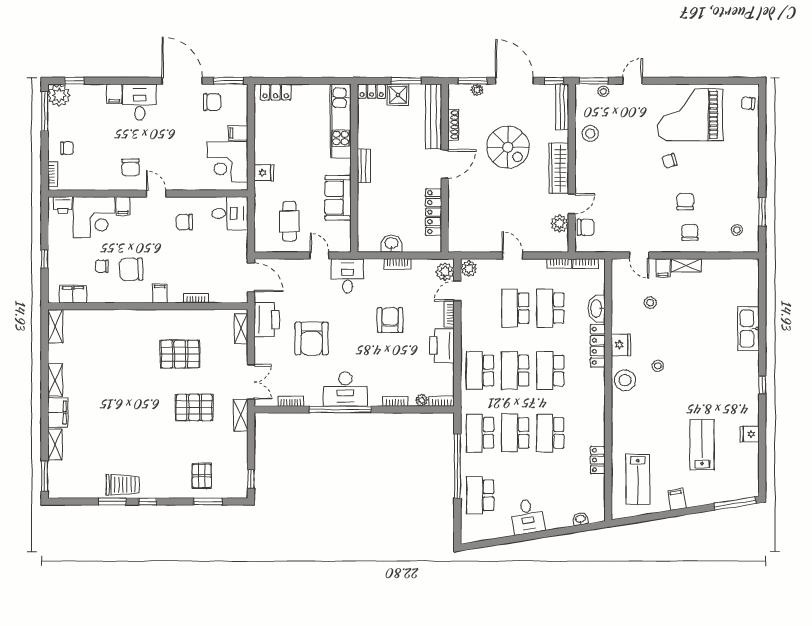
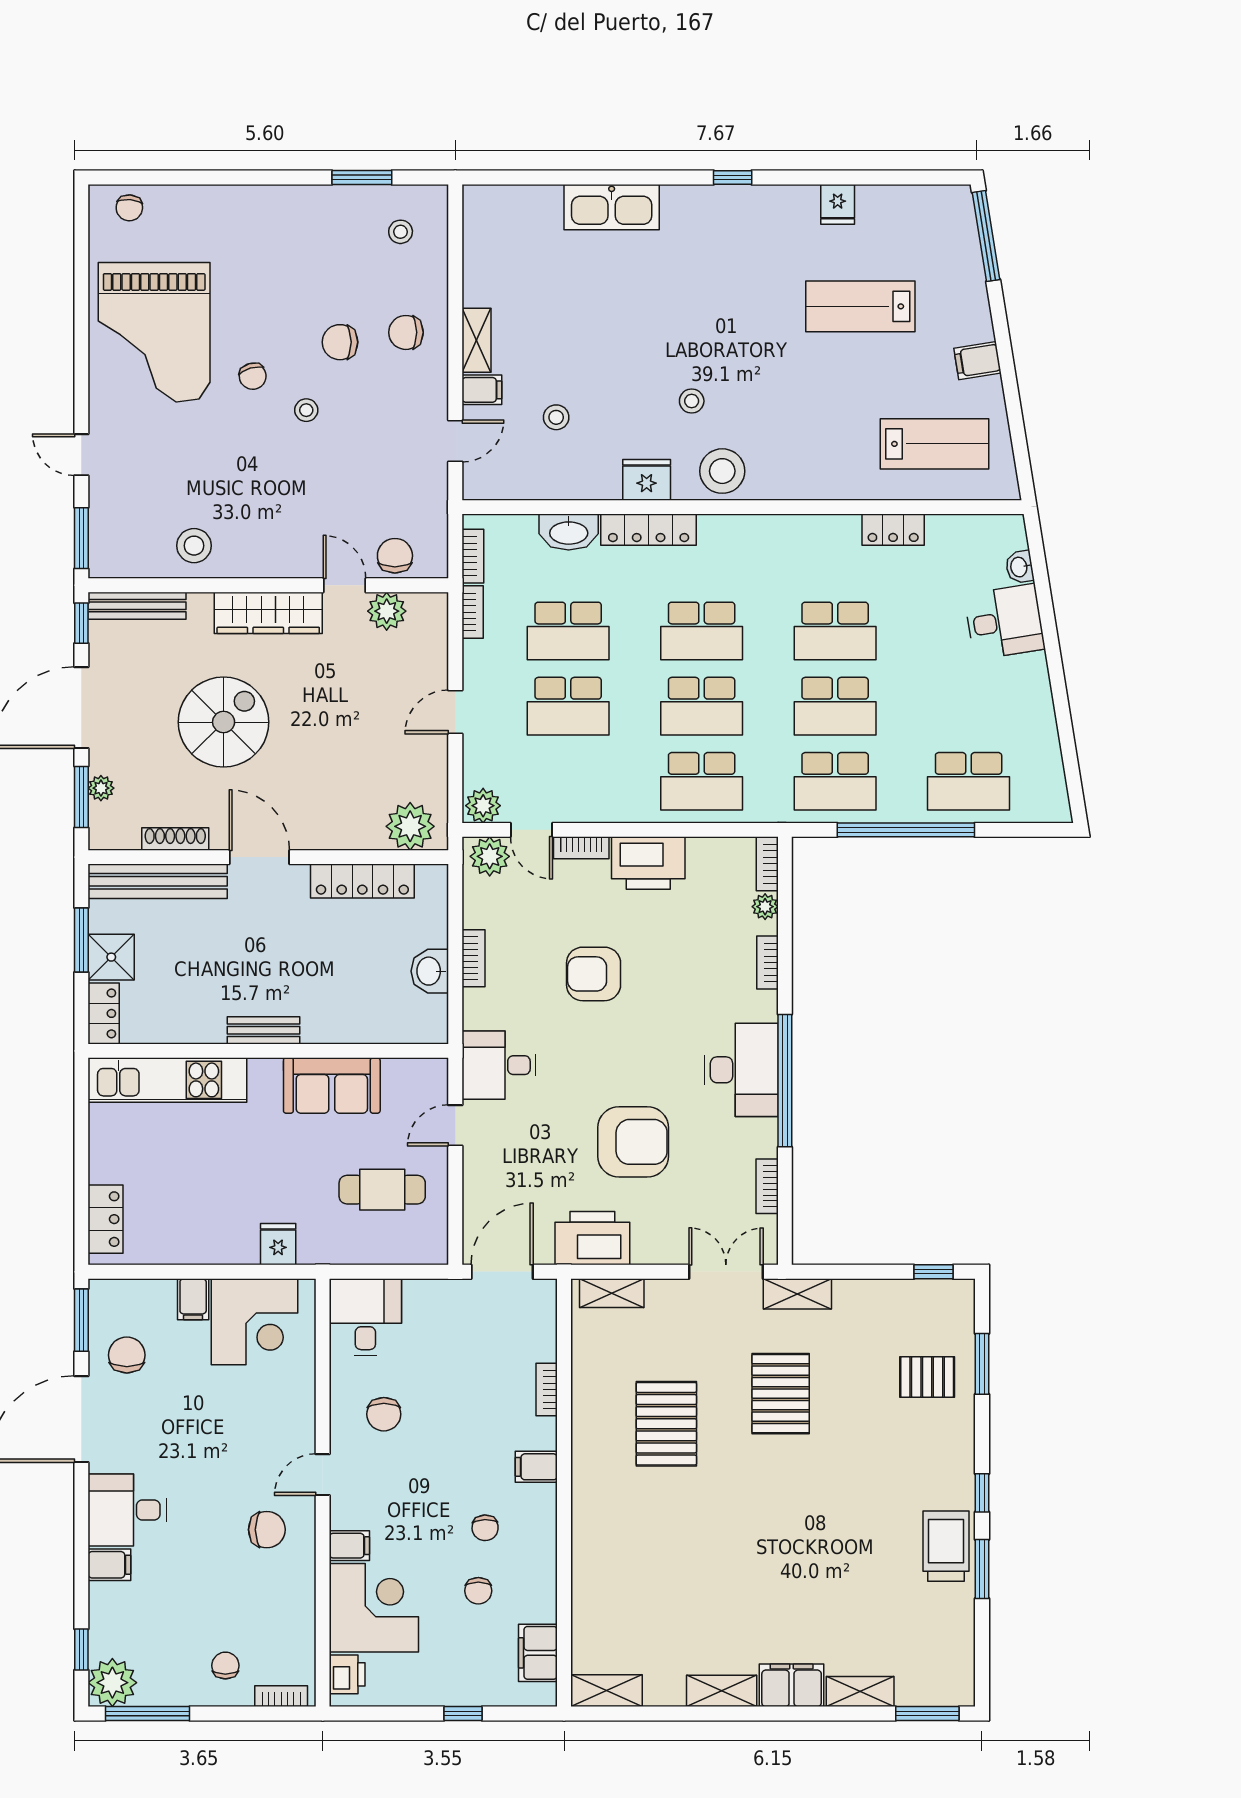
stool: (603, 91) -> (306, 410), moved
plant: (459, 234) -> (410, 826), added
chair: (131, 269) -> (485, 1528), width x0.54, depth x0.54
desk: (527, 516) -> (1005, 622), moved

